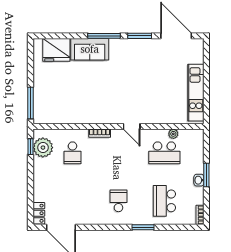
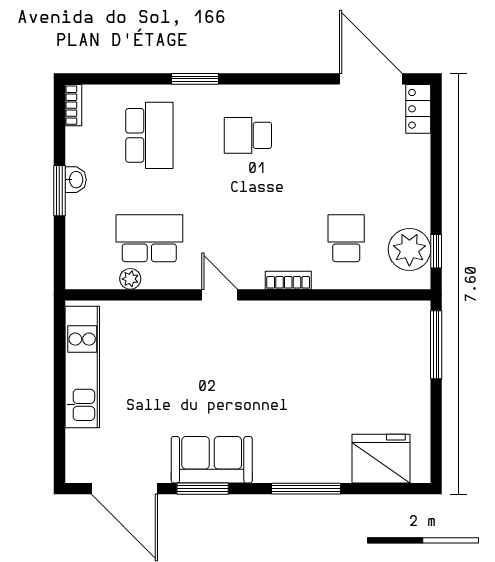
window: (104, 36) -> (306, 489), moved
sofa: (90, 49) -> (212, 460), moved
school desk: (118, 201) -> (248, 135), turned 90

